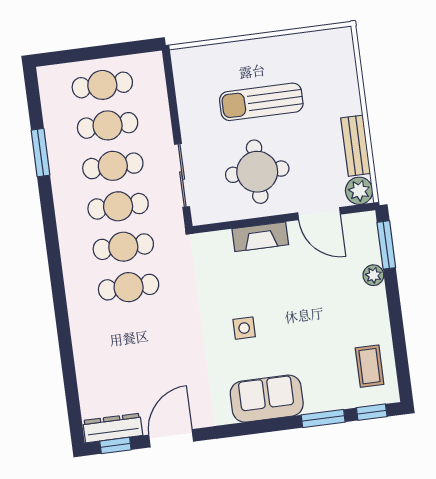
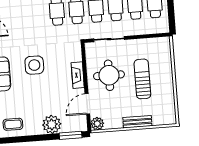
bench: (356, 146) -> (137, 122), moved
plant: (373, 275) -> (52, 124), width x1.88, depth x1.88
side table: (244, 328) -> (34, 65), width x1.87, depth x1.87

